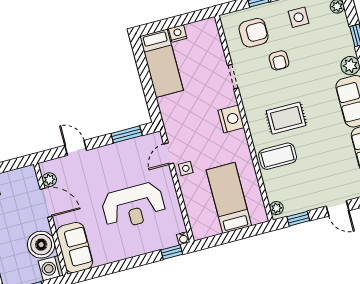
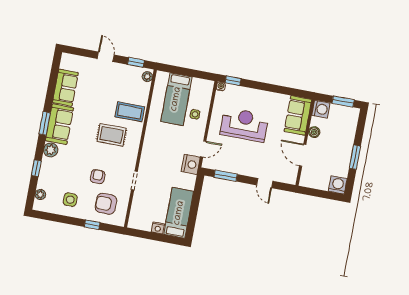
nightstand: (231, 119) -> (191, 164), moved, turned 180
side table: (186, 168) -> (195, 114), moved
plant: (49, 180) -> (293, 170), removed
boiler: (41, 245) -> (314, 132), width x0.54, depth x0.54

